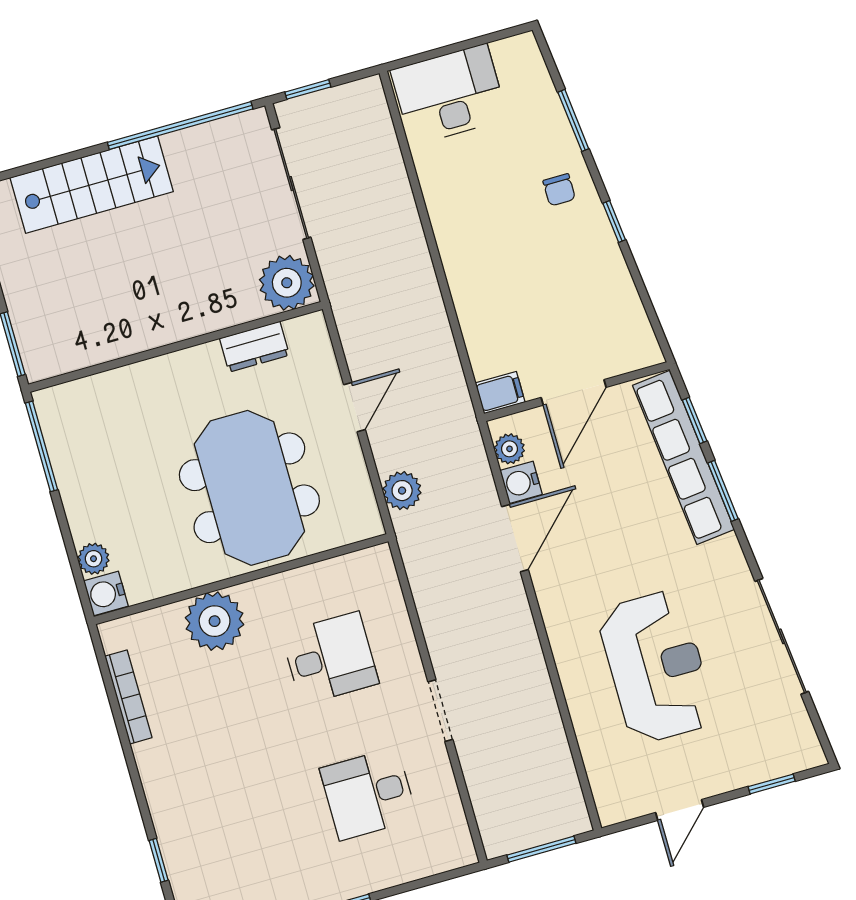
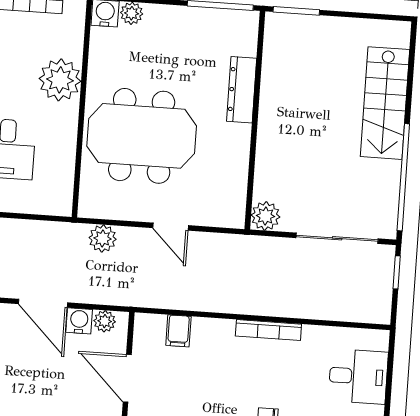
desk: (449, 94) -> (358, 376), width x0.73
bookcase: (444, 230) -> (268, 330), added
plant: (287, 283) -> (265, 216), width x0.73, depth x0.73
dresser: (254, 347) -> (242, 90), moved, width x1.44
filing cabinet: (500, 393) -> (178, 331), moved

